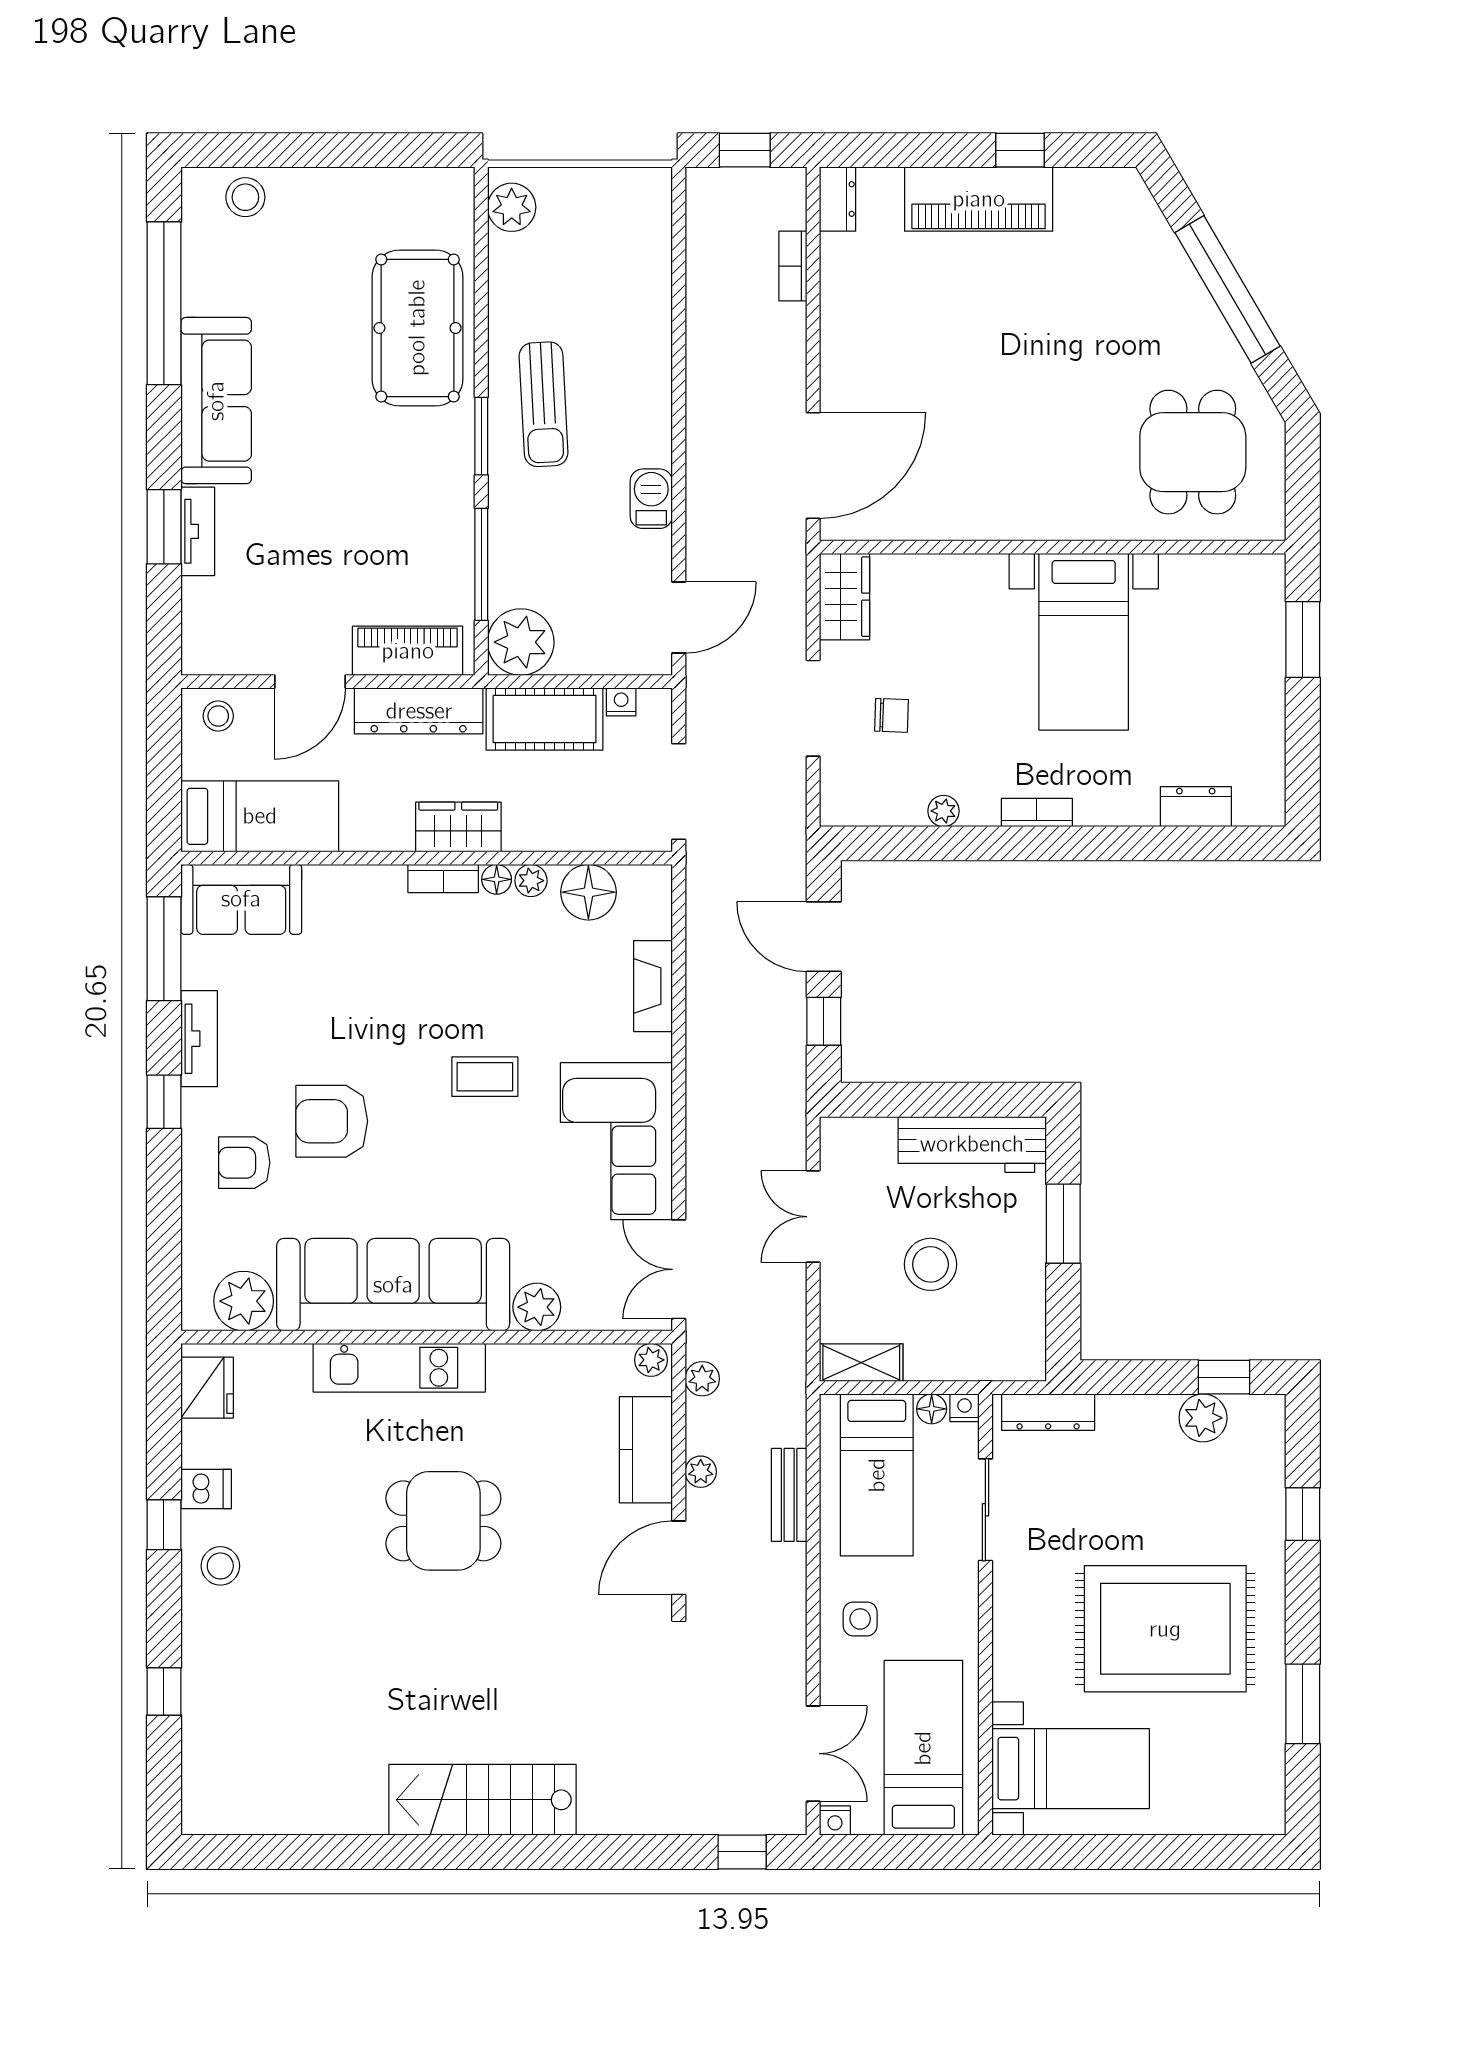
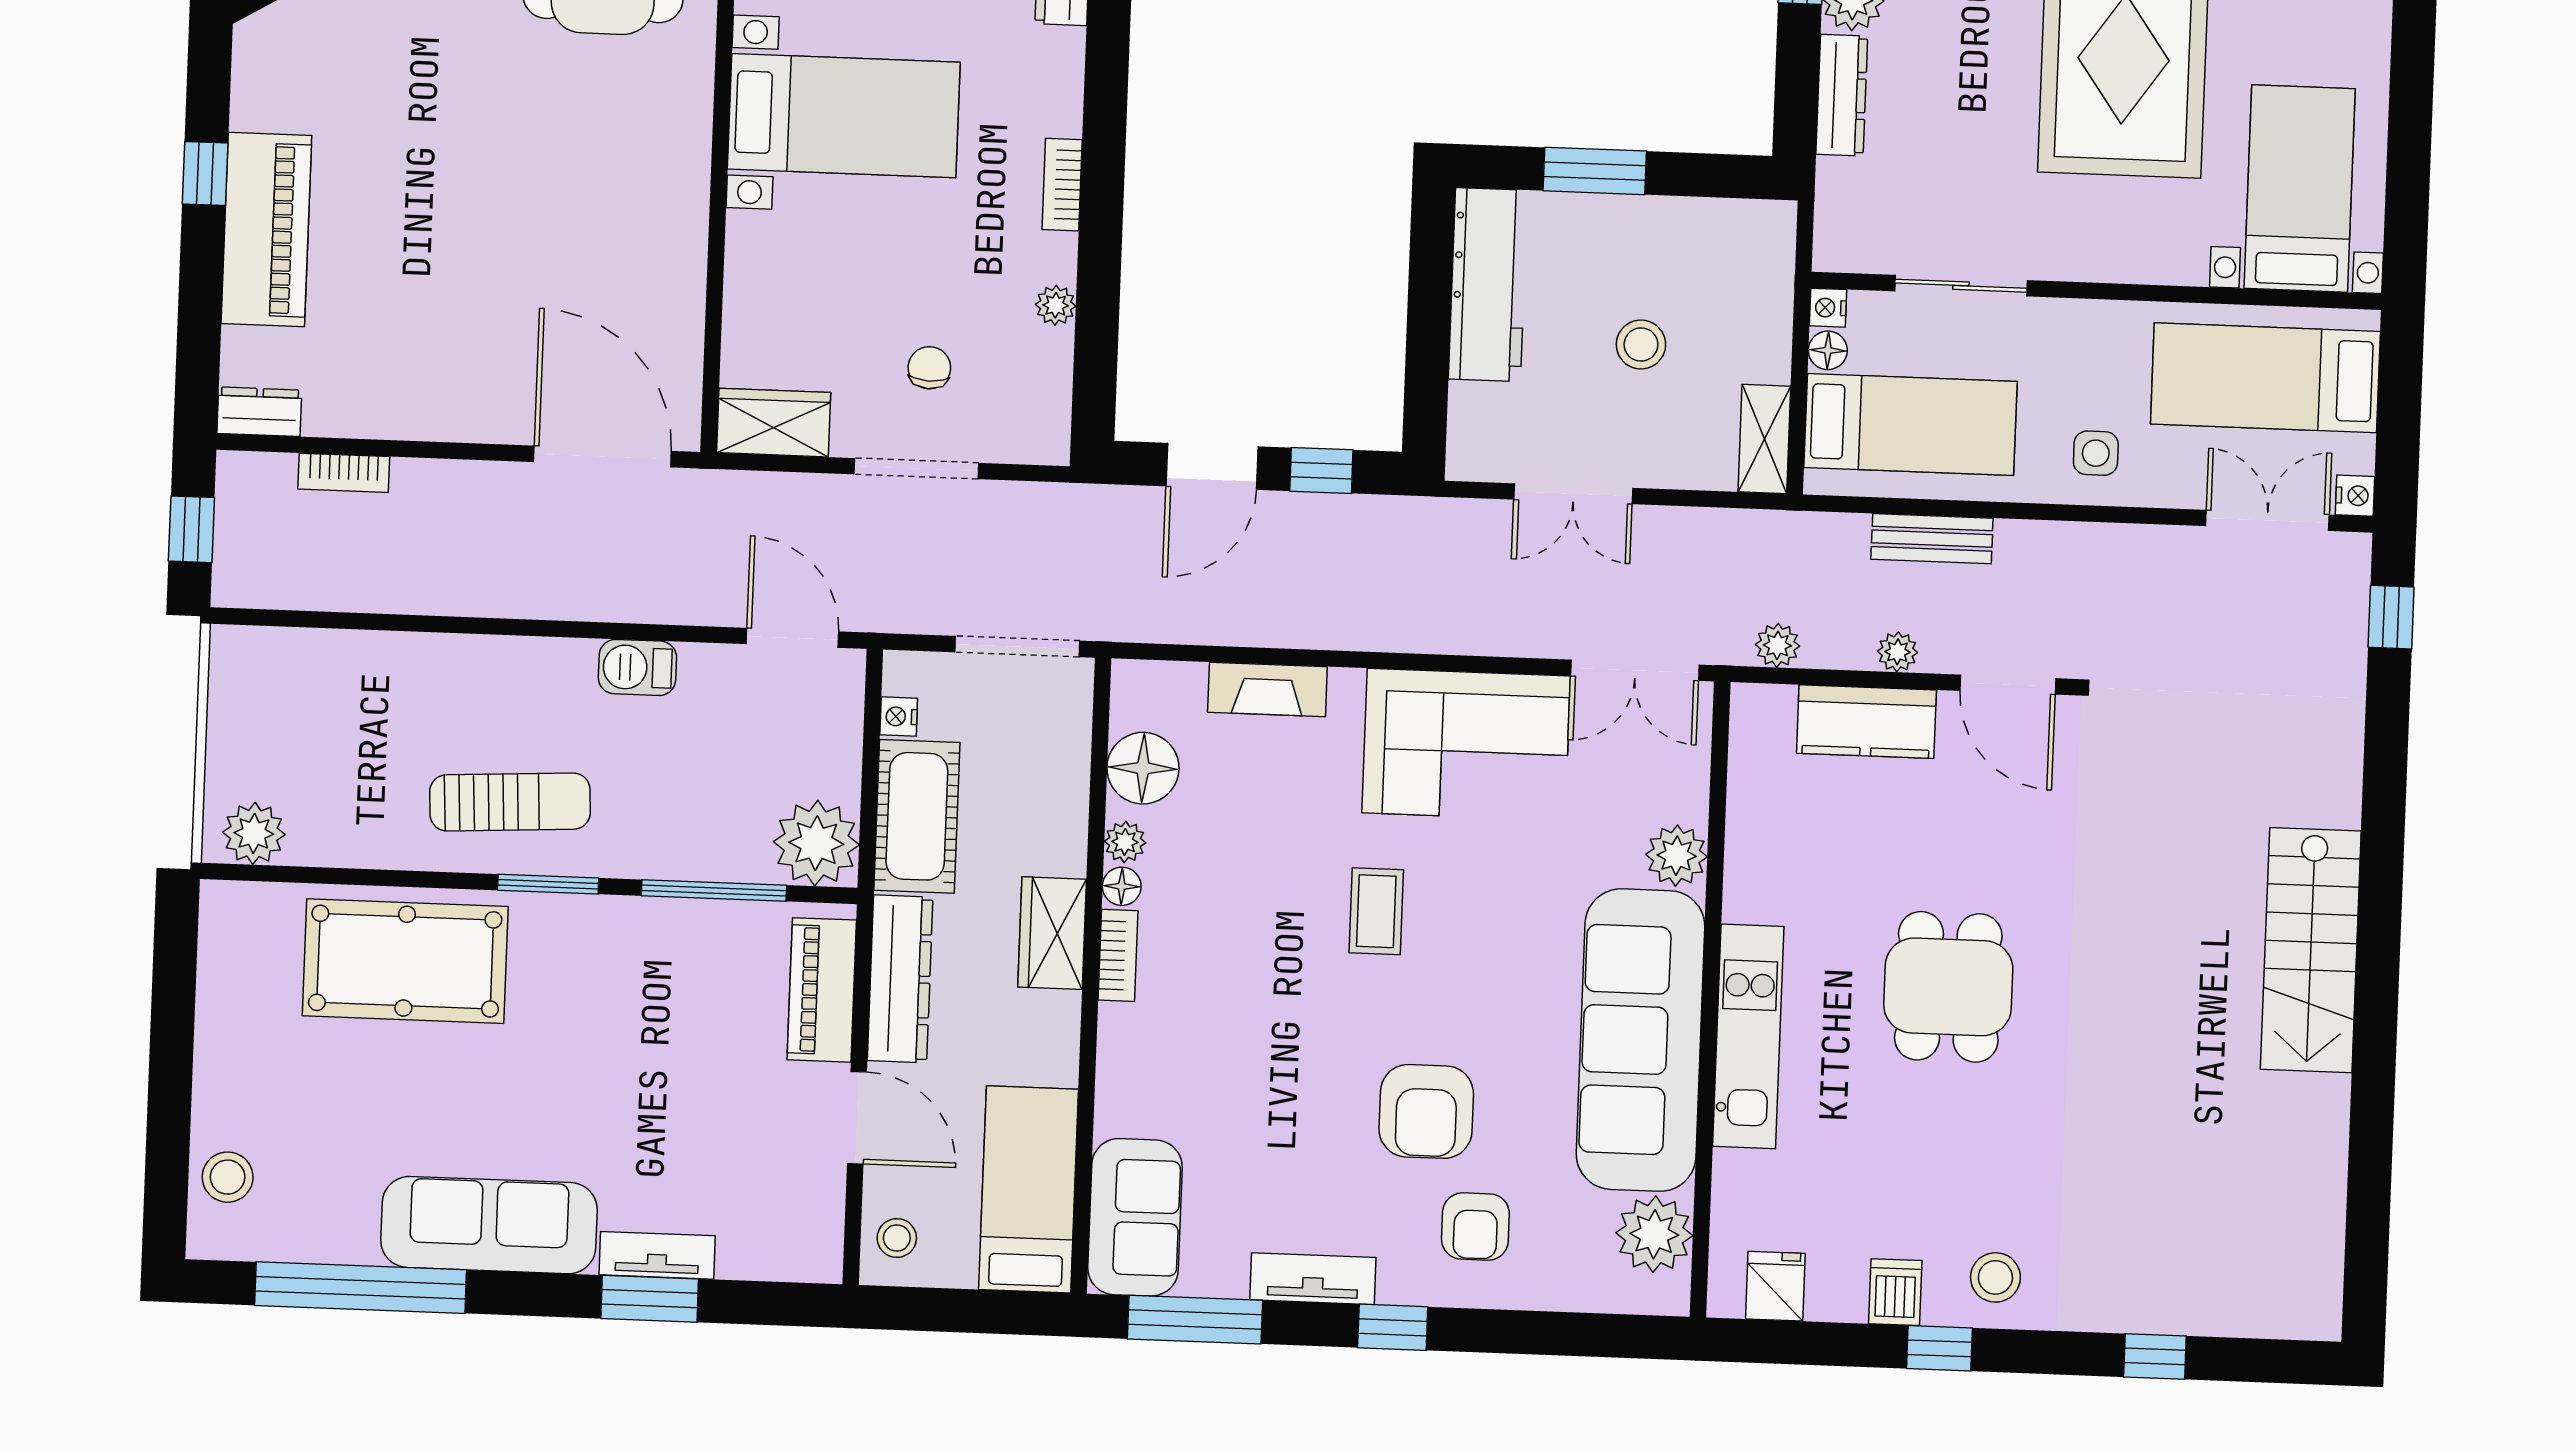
stool: (931, 1264) -> (1641, 345), width x0.73, depth x0.73
plant: (651, 1360) -> (1751, 711), removed
fridge: (207, 1388) -> (1775, 1286), width x0.72
dresser: (1048, 1412) -> (1842, 95), moved

